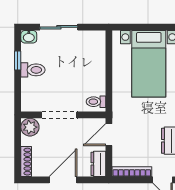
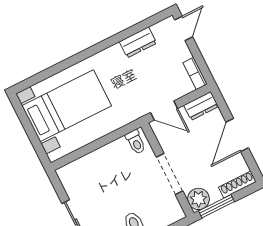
window: (18, 138) -> (216, 206), added
bookcase: (132, 172) -> (195, 73), width x0.64
door: (63, 180) -> (237, 135), hinge flipped

